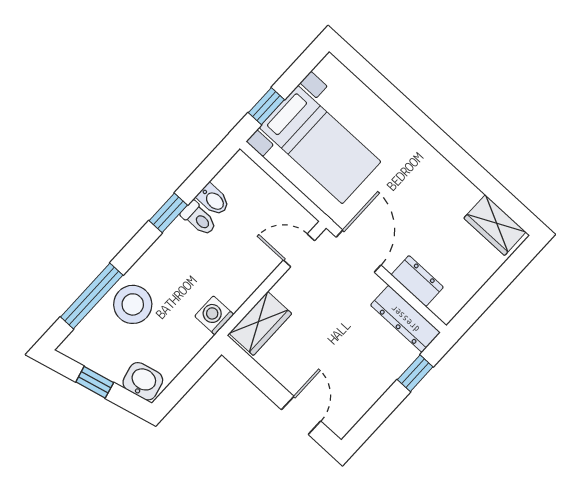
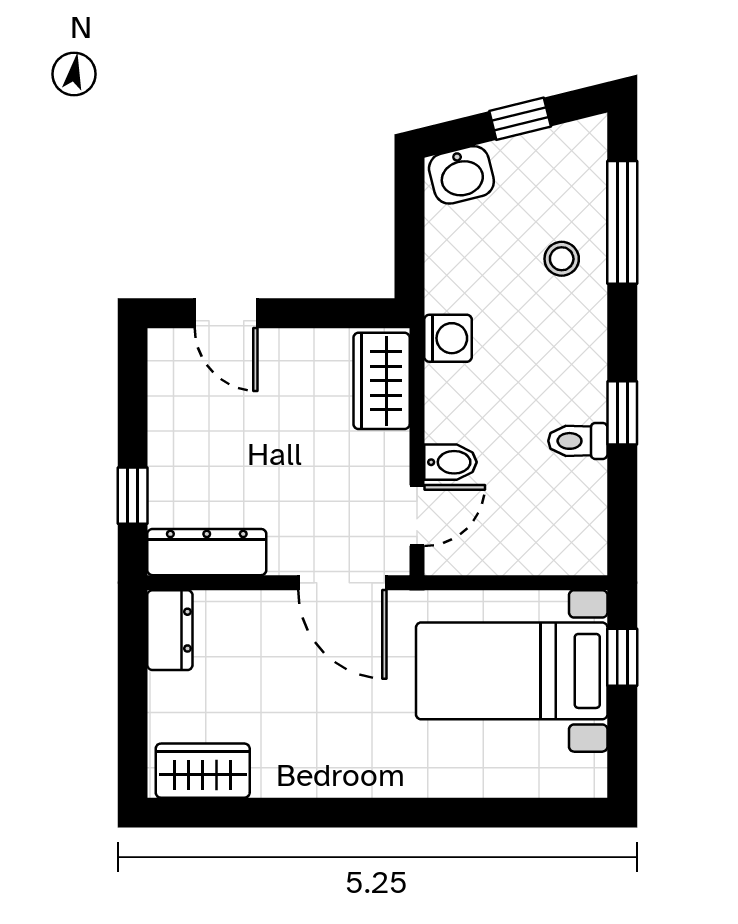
bidet: (213, 200) -> (450, 462), moved, turned 180
dresser: (417, 281) -> (170, 630), moved, turned -90
stool: (133, 304) -> (562, 259), width x0.53, depth x0.53

